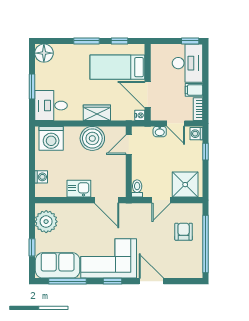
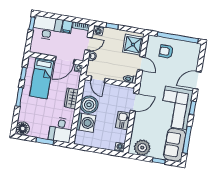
washing machine: (51, 138) -> (86, 123), moved
washing machine: (41, 177) -> (120, 147), moved

